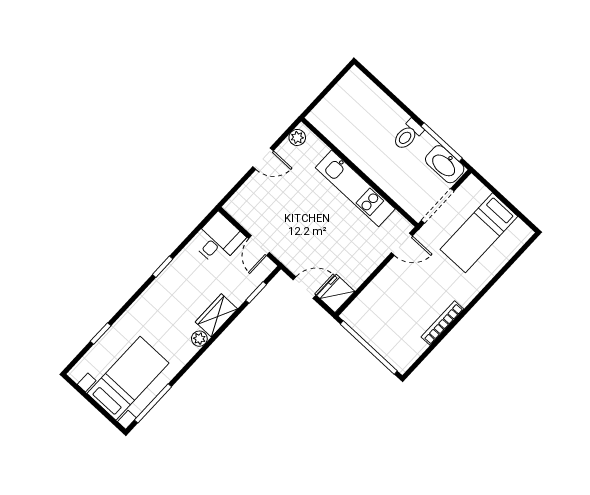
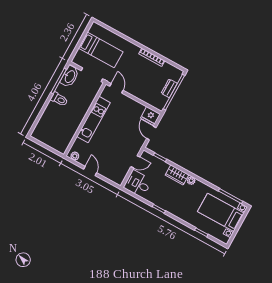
dresser: (378, 340) -> (169, 88), added

